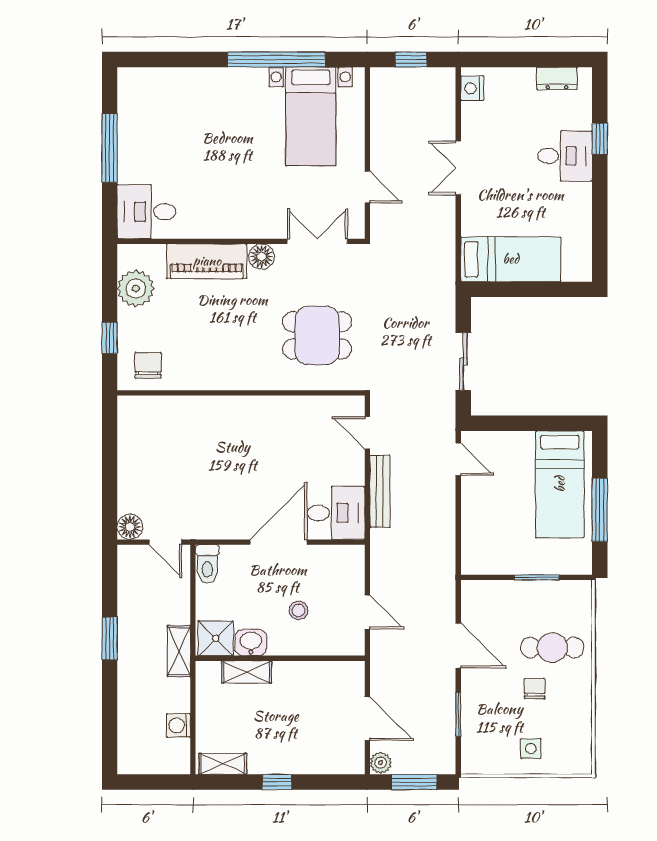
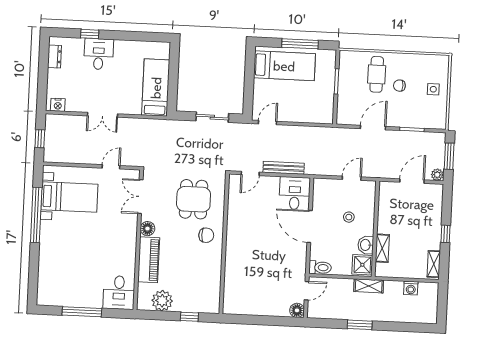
chair: (148, 365) -> (206, 235), moved, turned 180

